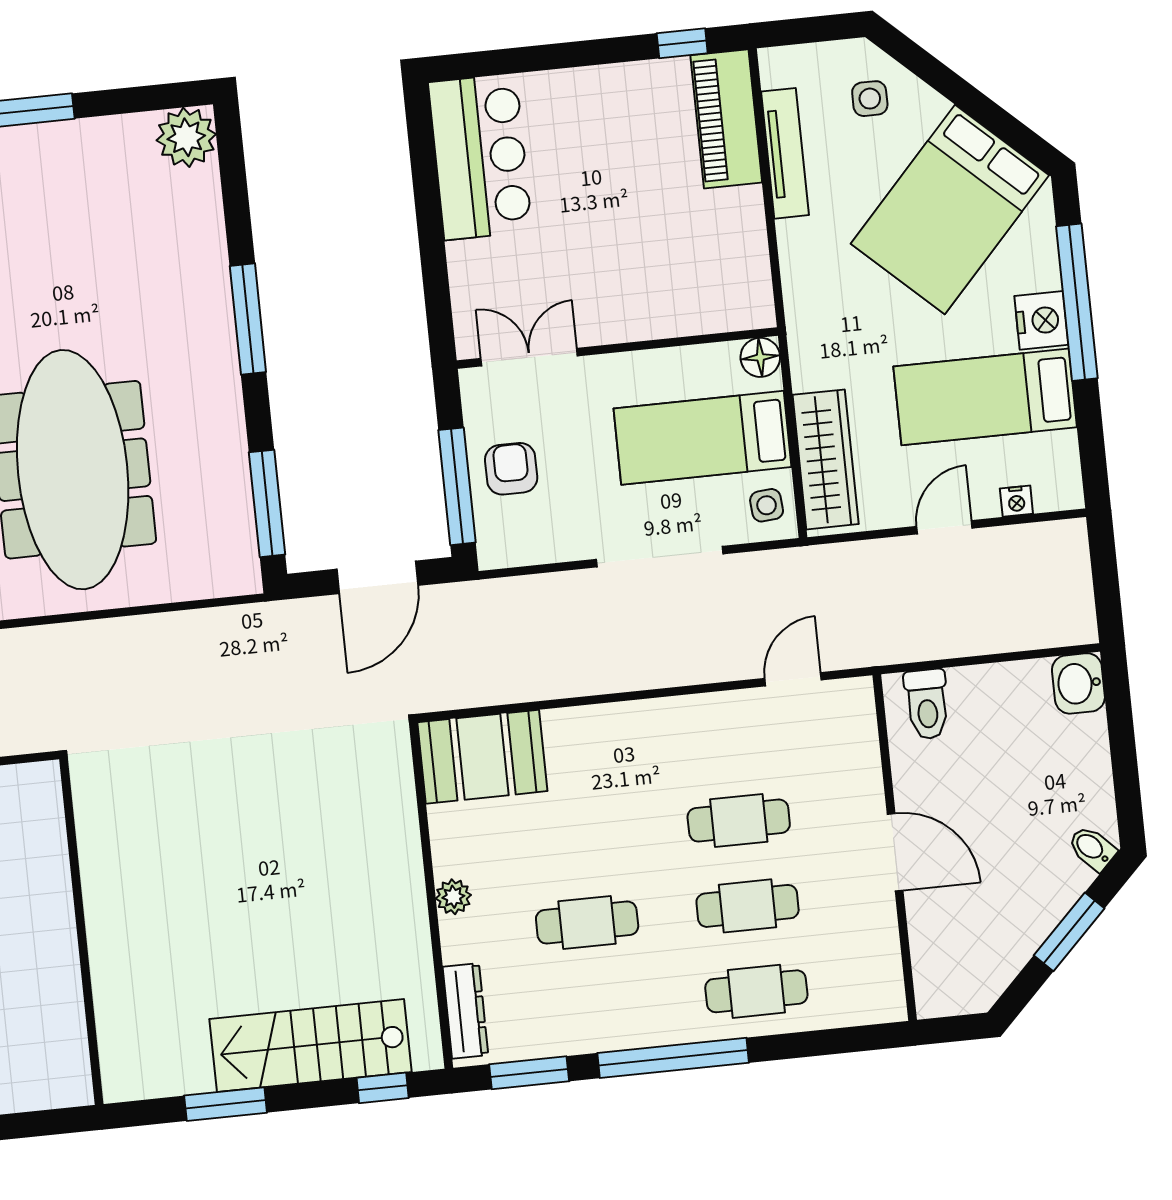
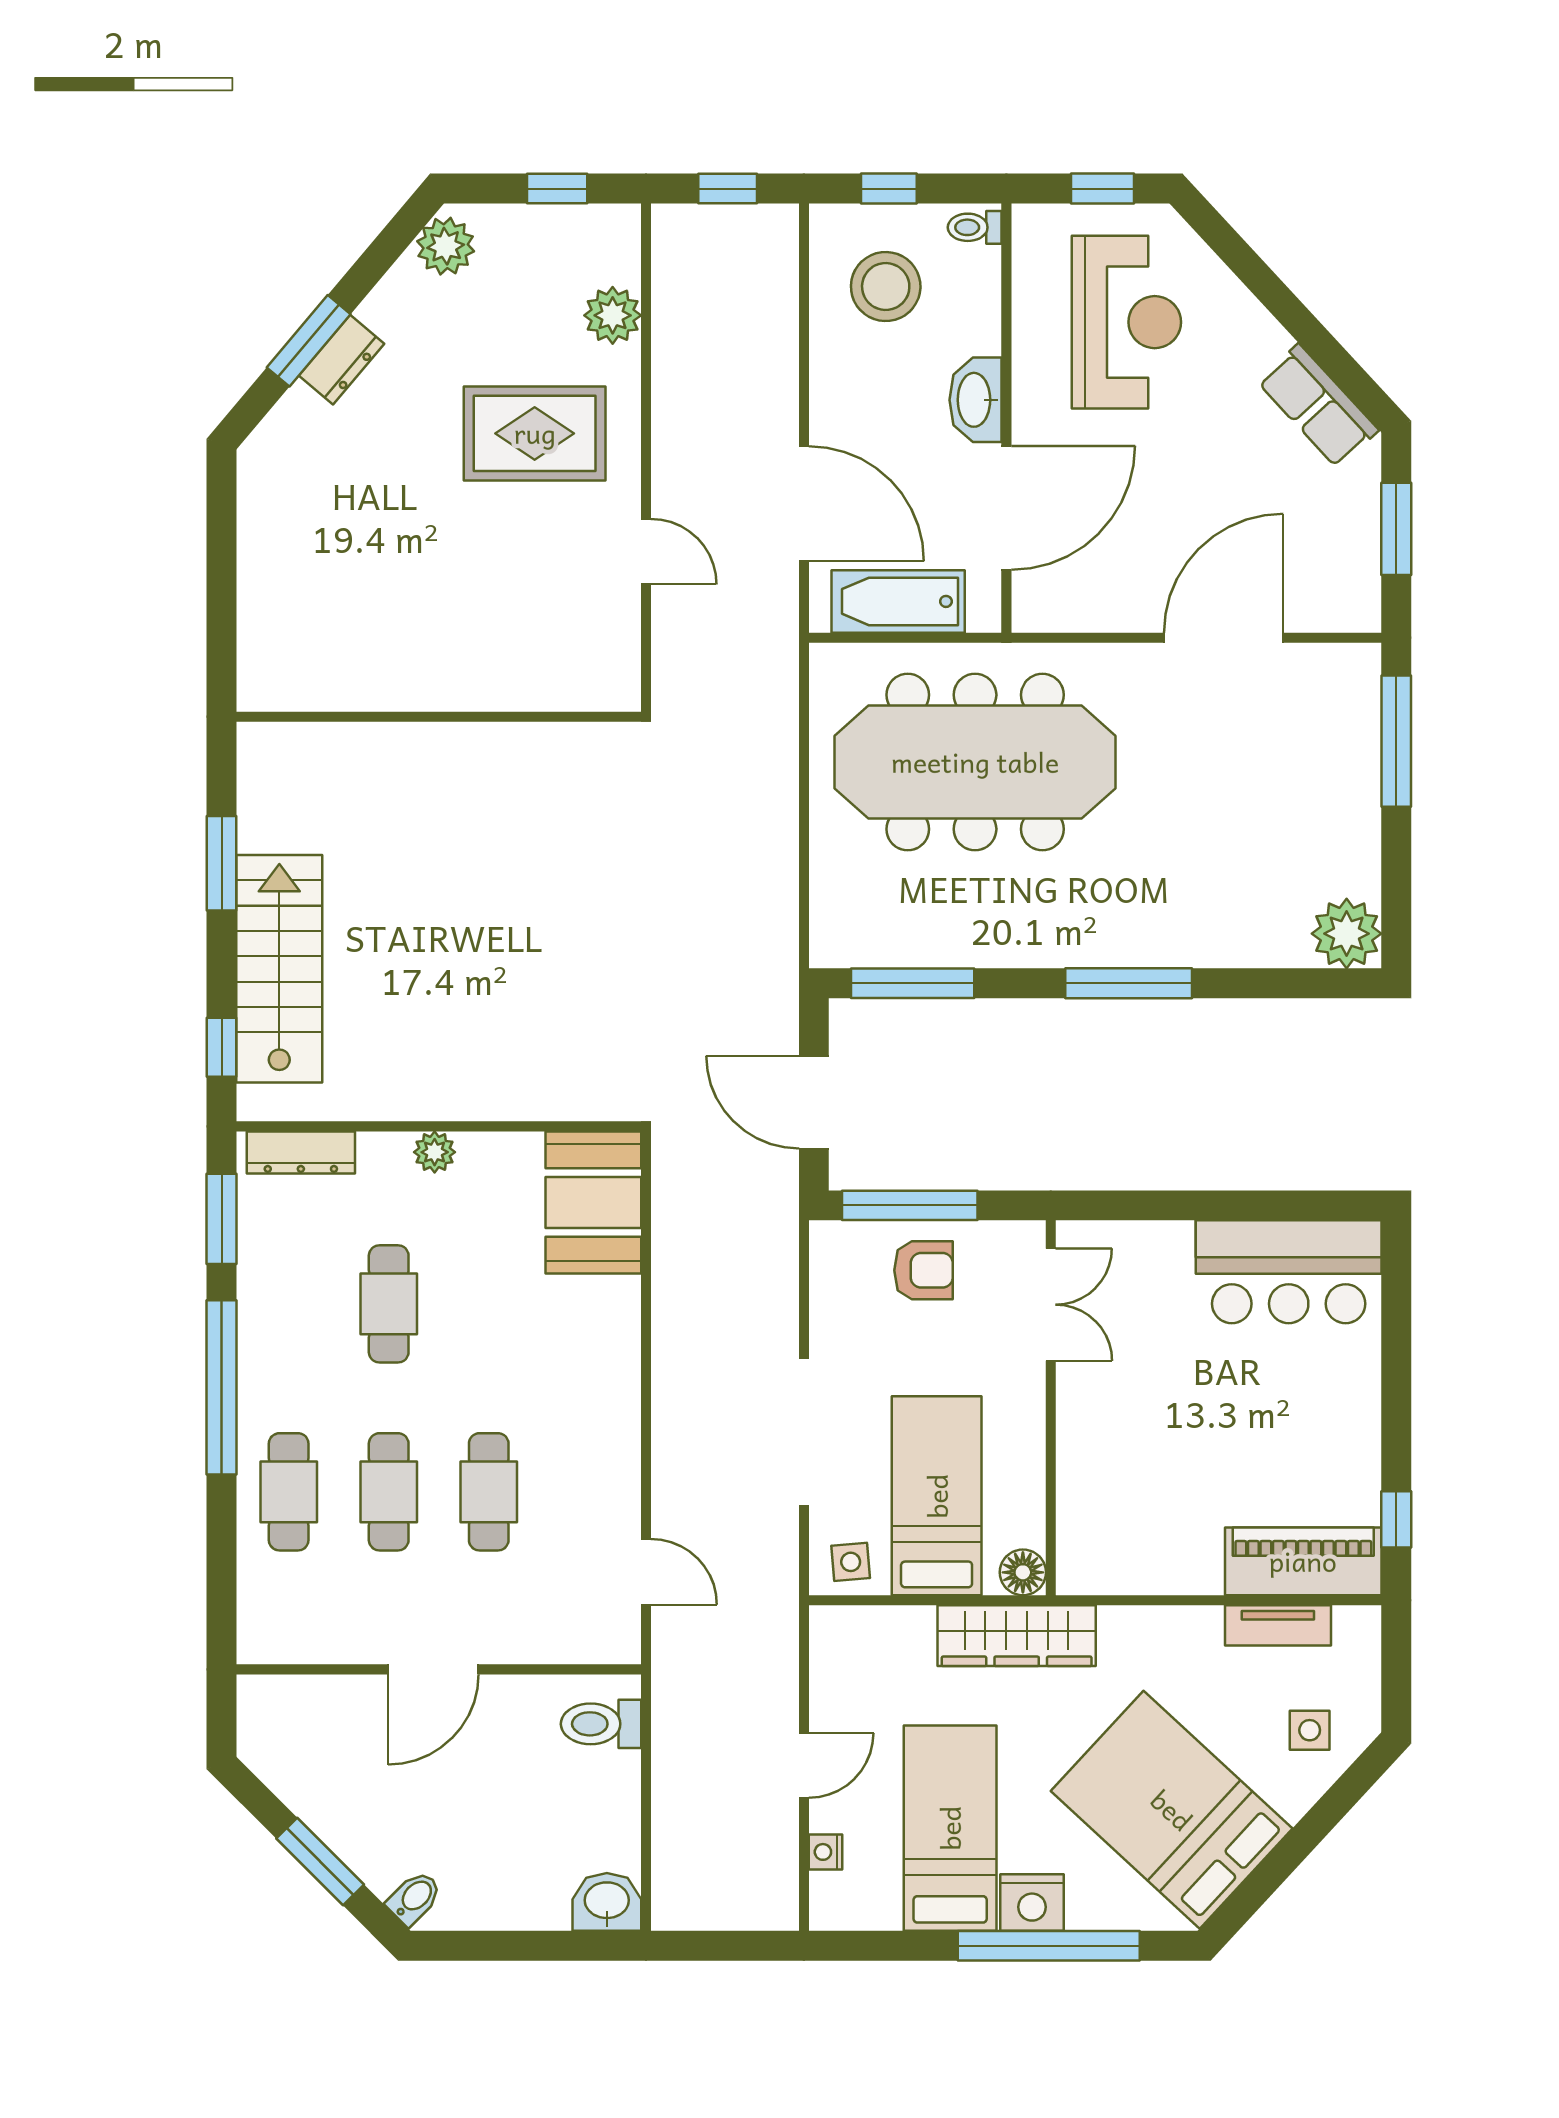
tv unit: (785, 153) -> (1278, 1625), width x0.71
wardrobe: (826, 459) -> (1017, 1636), moved
door: (944, 527) -> (804, 1765), hinge flipped

